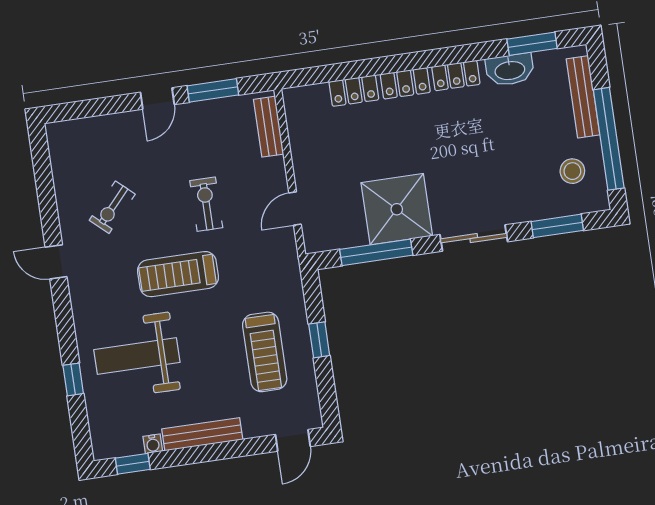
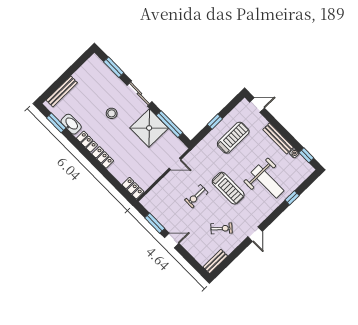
locker: (354, 91) -> (133, 188), moved
bench: (269, 127) -> (215, 262), moved
window: (609, 139) -> (70, 72), removed
stool: (572, 171) -> (112, 113), moved

